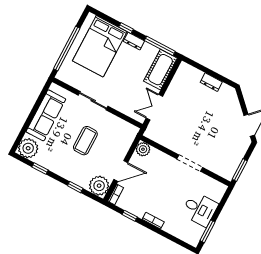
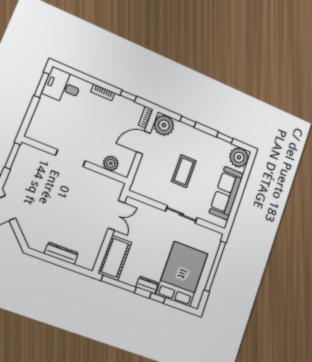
dresser: (211, 82) -> (61, 253), width x1.44
plant: (143, 149) -> (111, 163), moved
desk: (200, 209) -> (62, 86), moved

